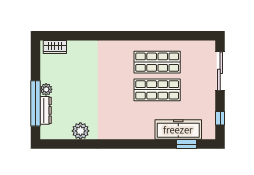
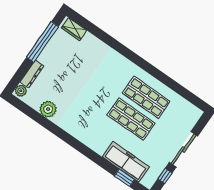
sliding door: (220, 71) -> (183, 149), moved
plant: (46, 89) -> (21, 91), moved
window: (36, 103) -> (42, 42), moved

